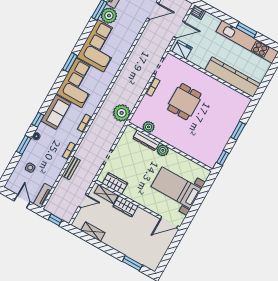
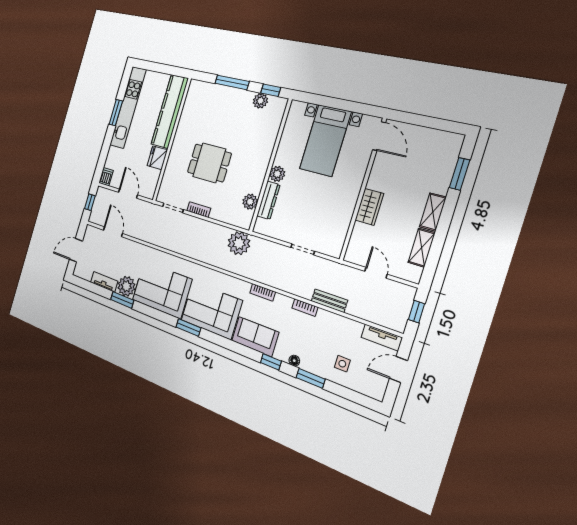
fridge: (182, 50) -> (157, 158), moved
window: (238, 131) -> (232, 82), width x1.44
plant: (218, 149) -> (260, 101), added
wardrobe: (115, 183) -> (338, 230), removed
shelving: (106, 194) -> (433, 212), moved

